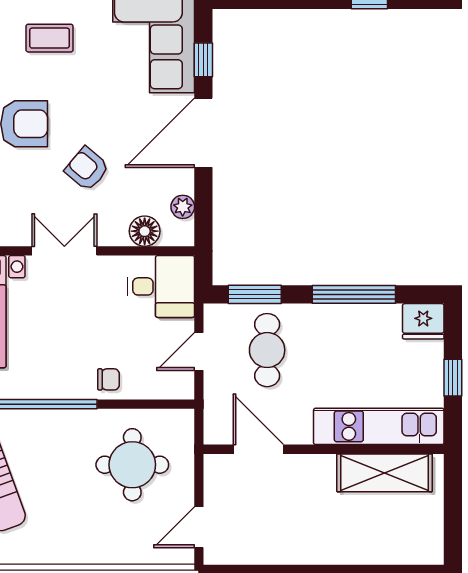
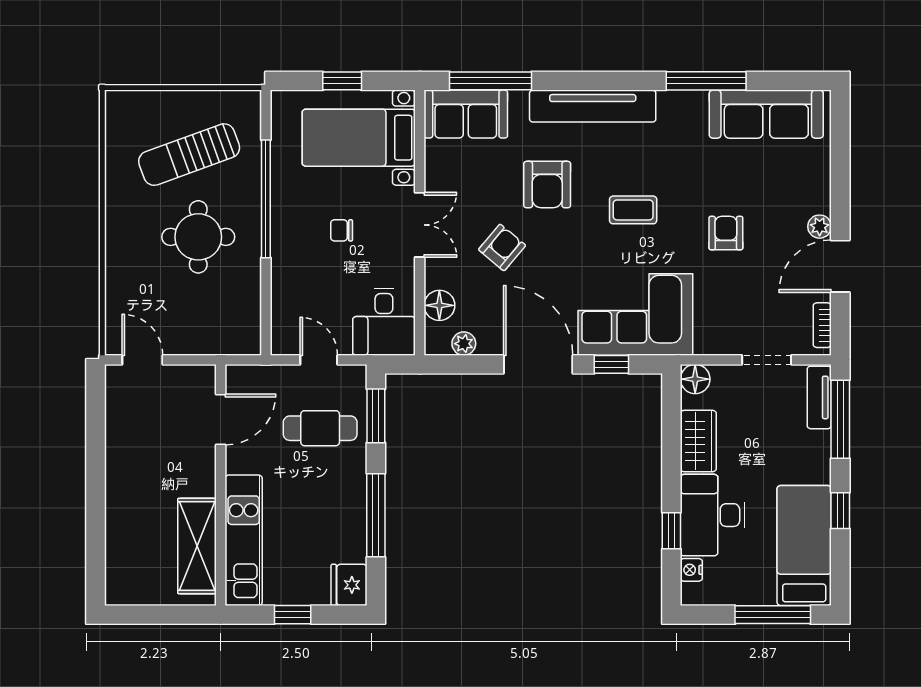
coffee table: (50, 38) -> (633, 210), turned 90
chair: (109, 379) -> (342, 230), moved, turned 90
round table: (132, 465) -> (198, 237), moved

